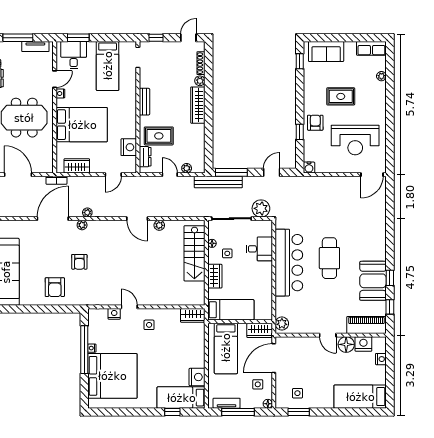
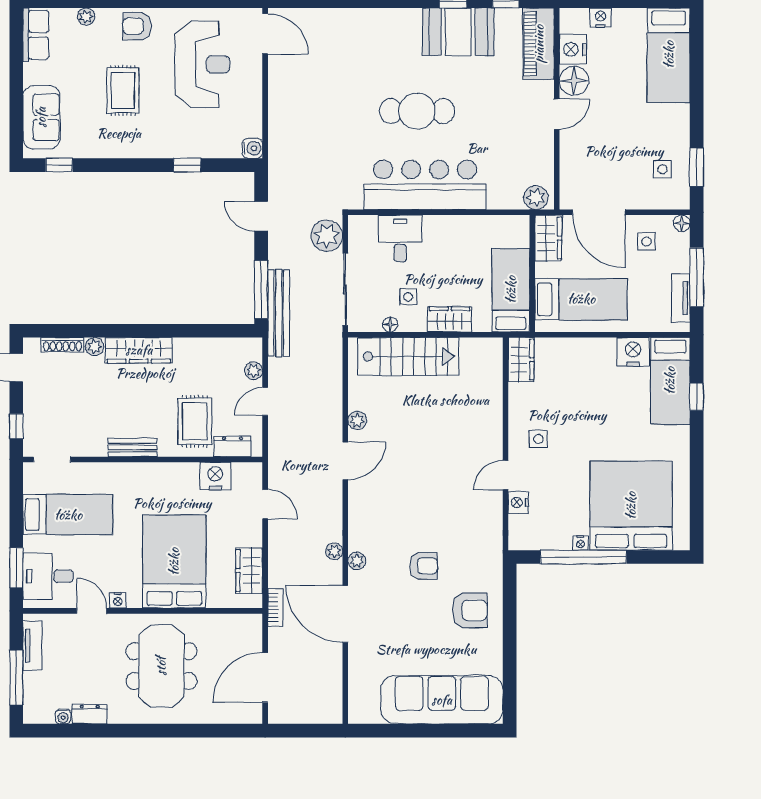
armchair: (315, 123) -> (137, 26), moved

